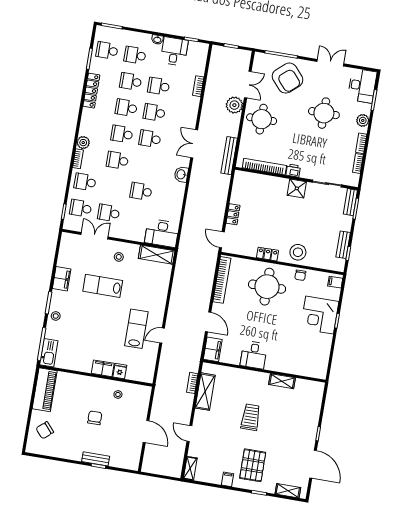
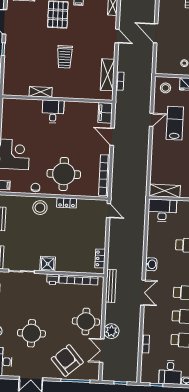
locker: (233, 214) -> (100, 259), moved
lab bench: (136, 329) -> (175, 123), turned 180
desk: (254, 355) -> (53, 111), moved
stool: (142, 369) -> (166, 88), added

